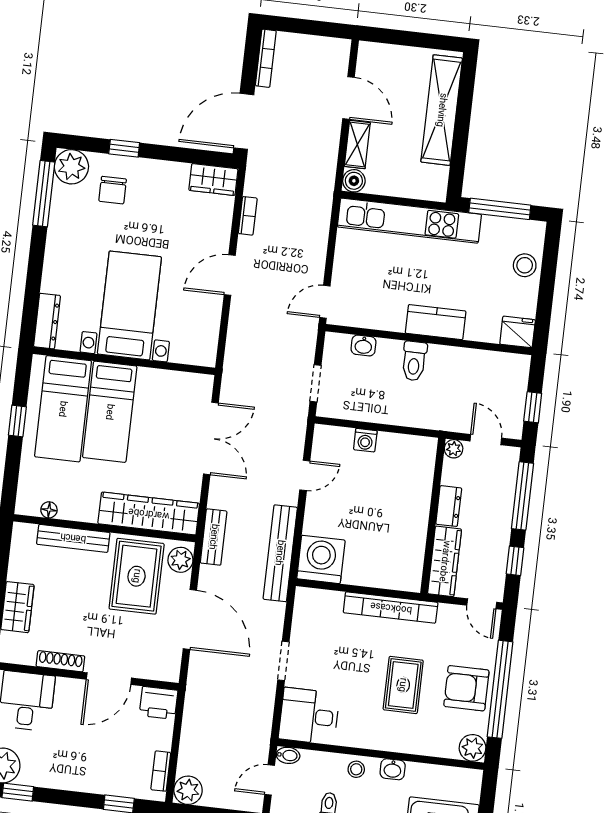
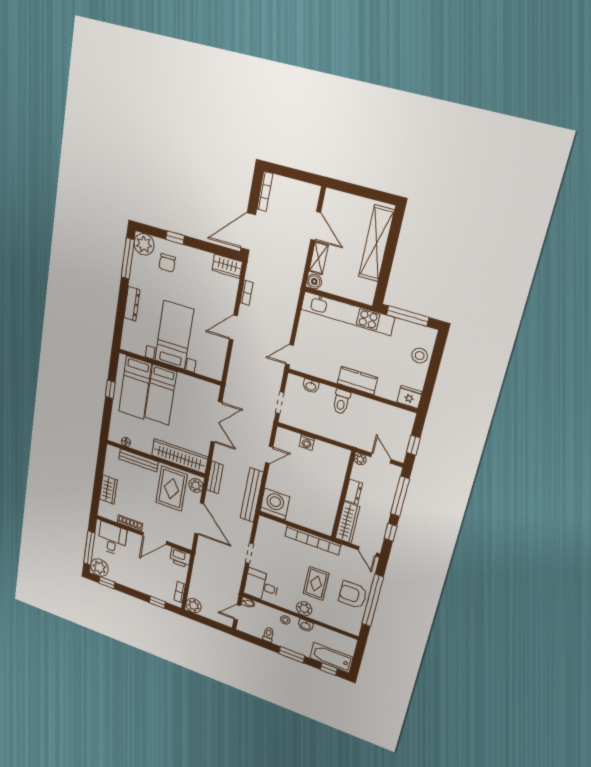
dresser: (47, 321) -> (132, 304), moved
plant: (473, 748) -> (304, 609), moved

